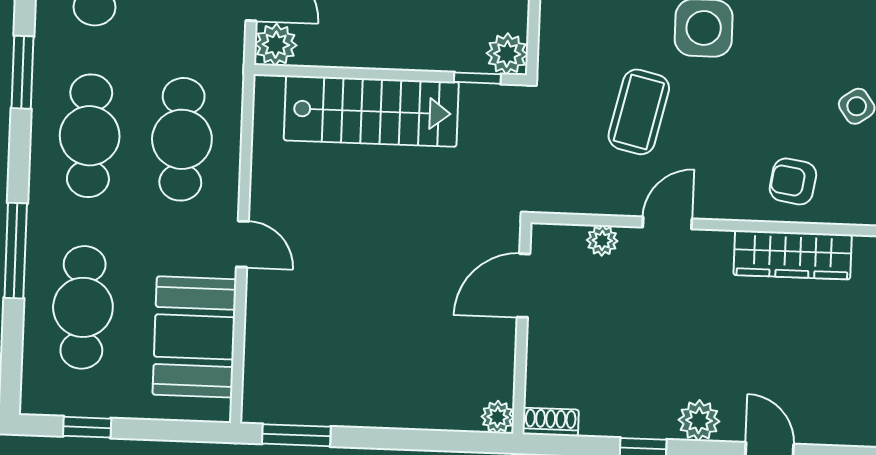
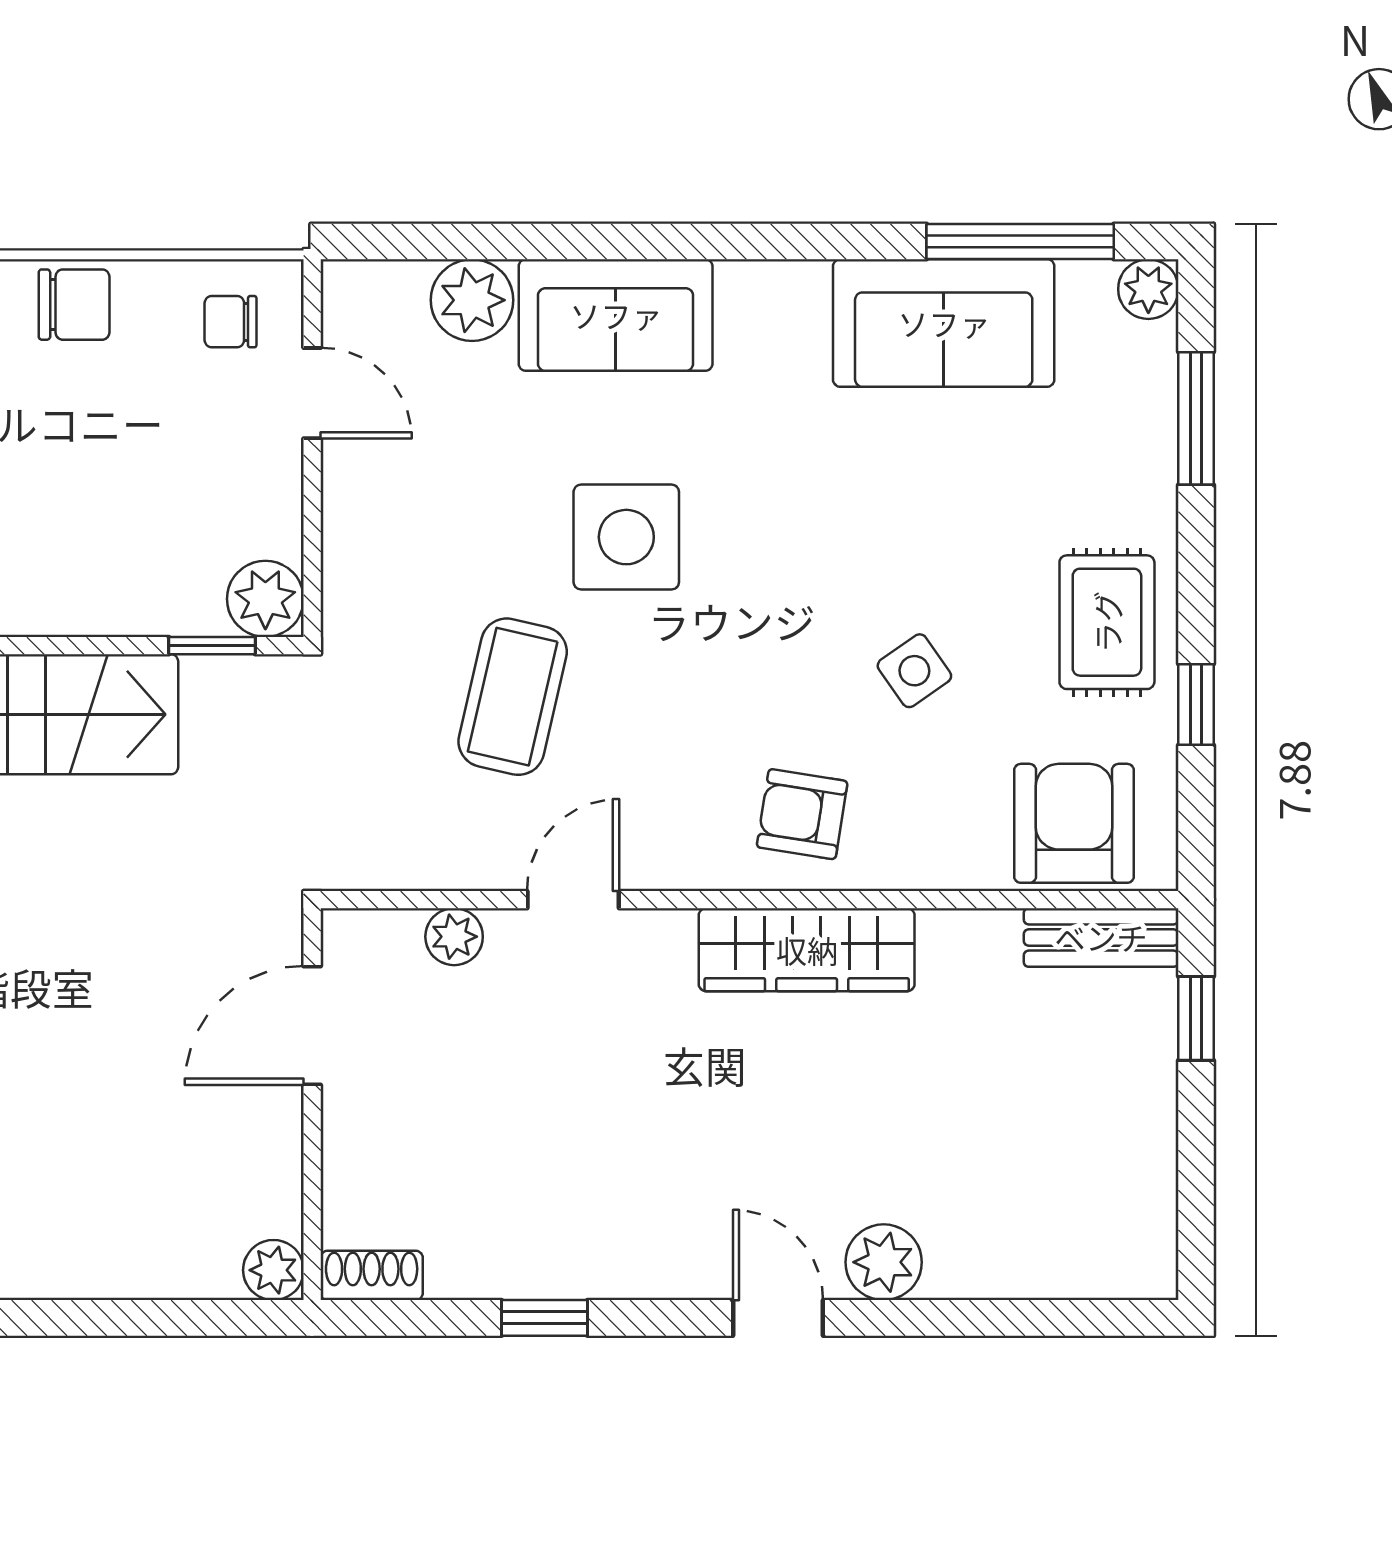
plant: (699, 420) -> (884, 1262), moved

